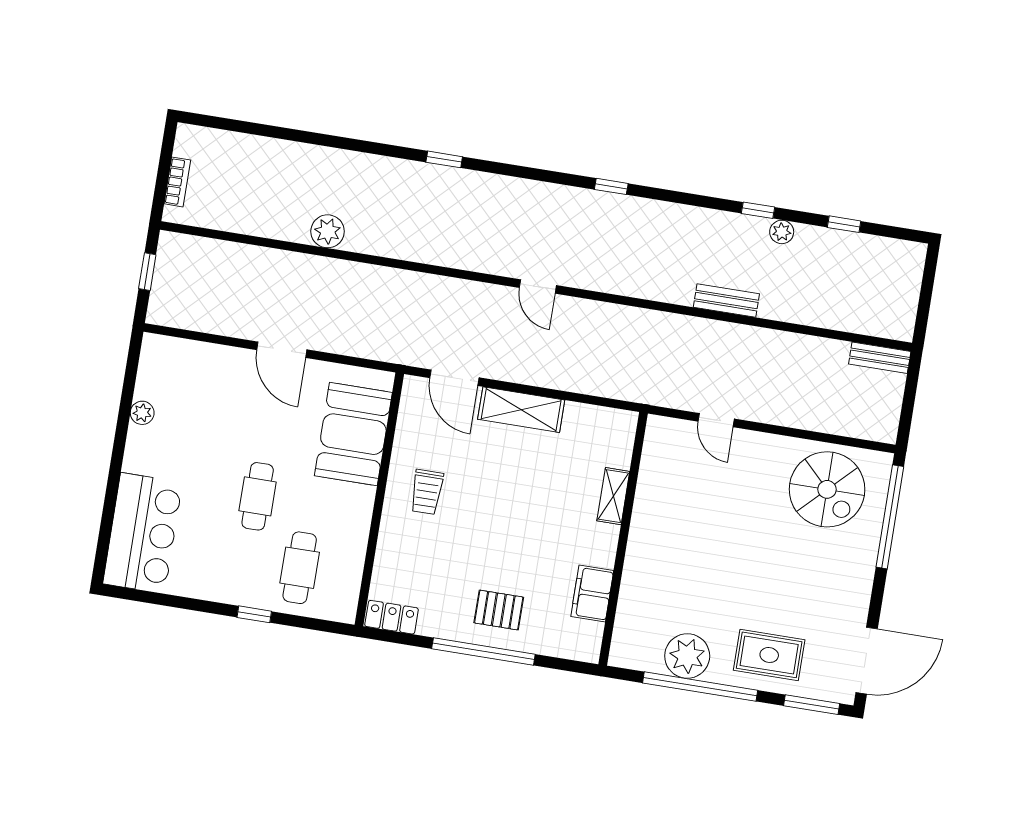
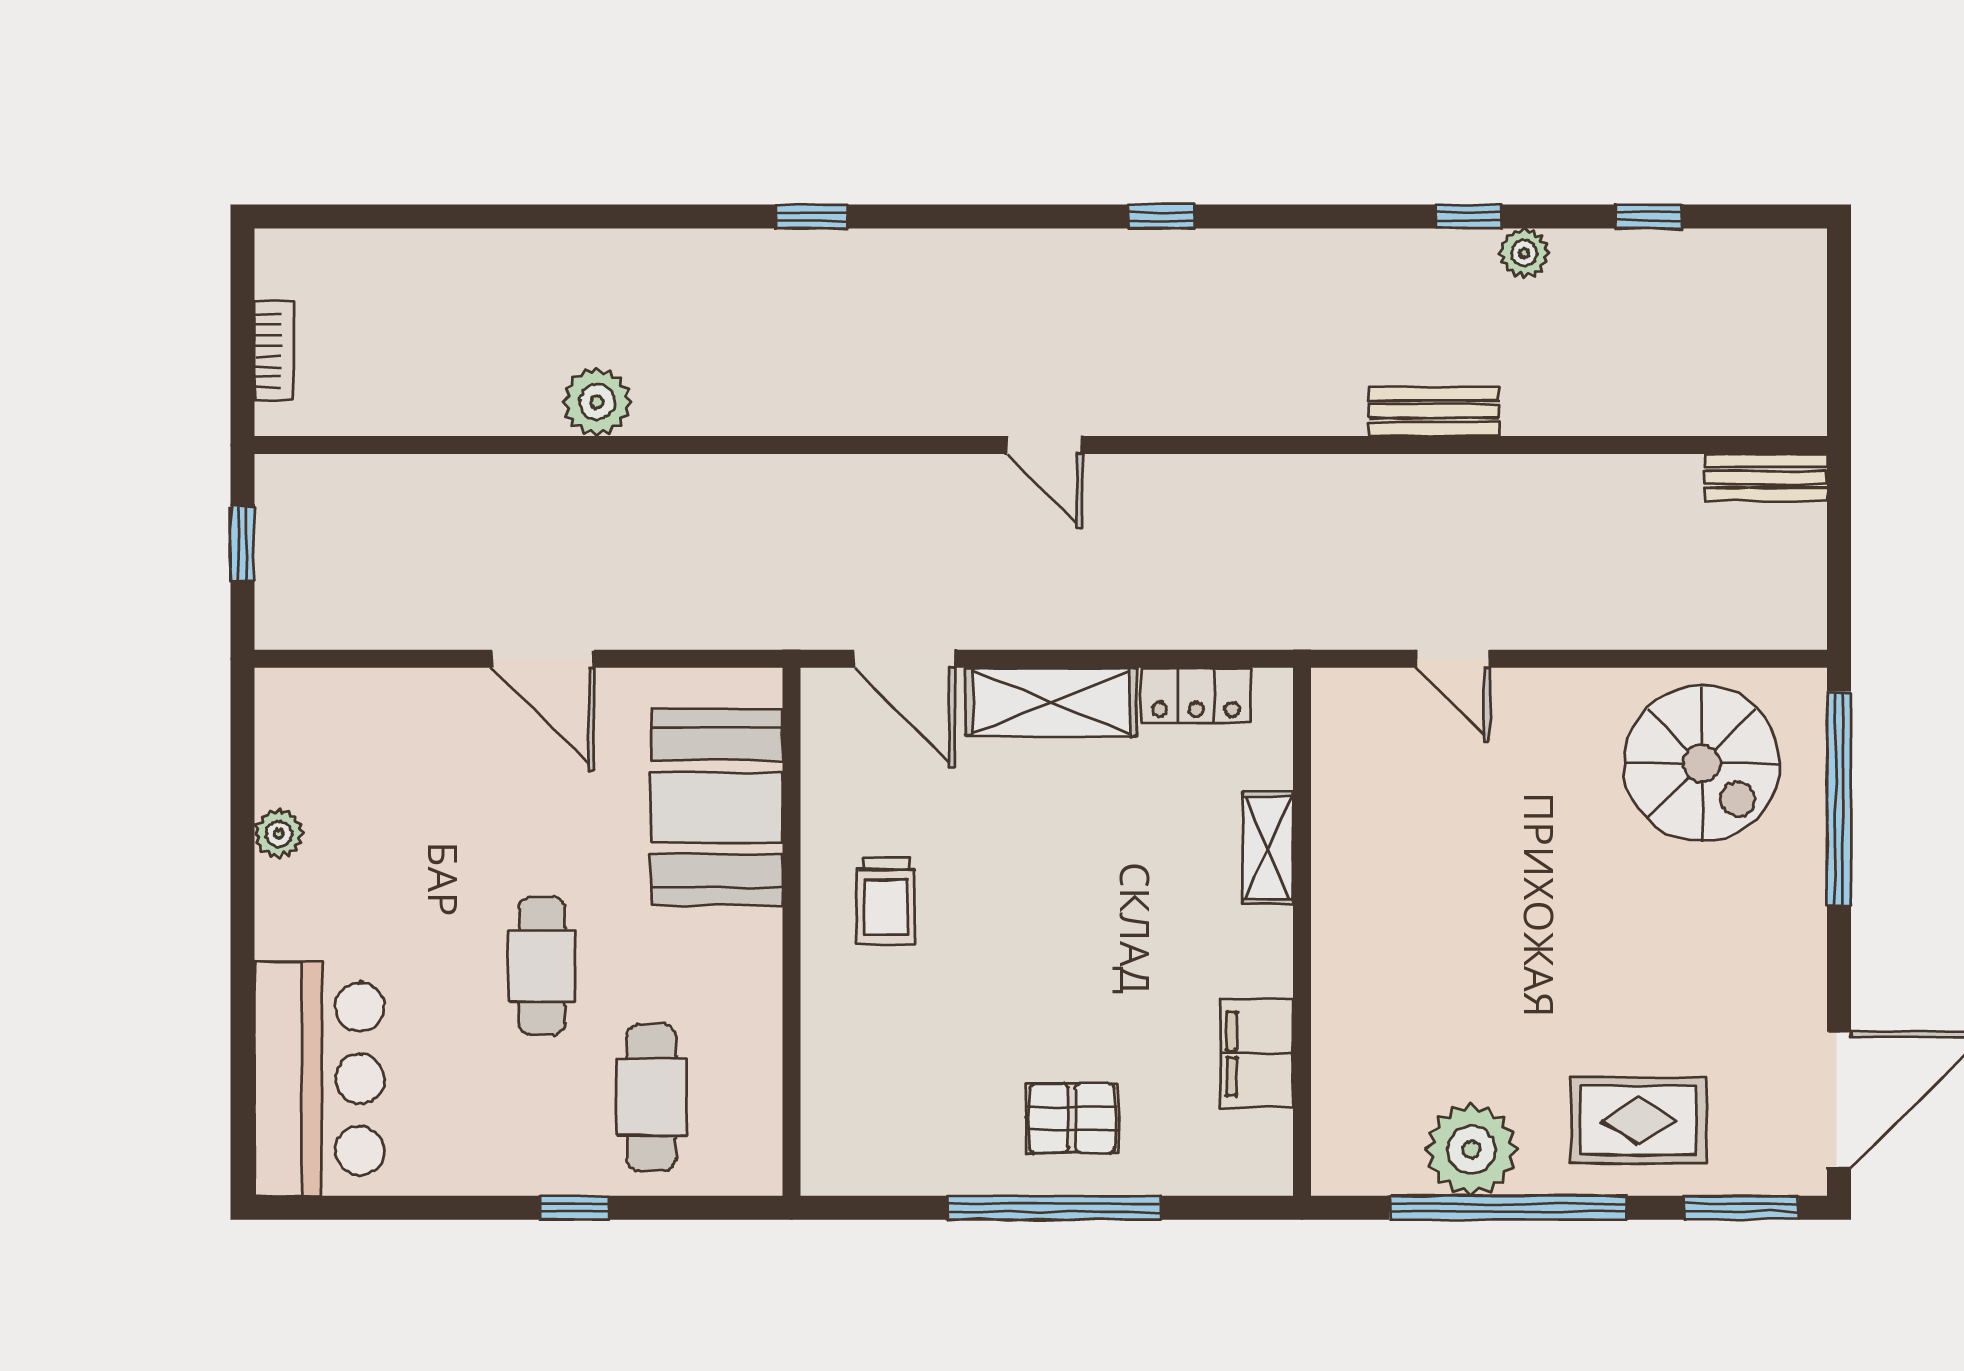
locker: (392, 617) -> (1196, 695), moved, turned 180

